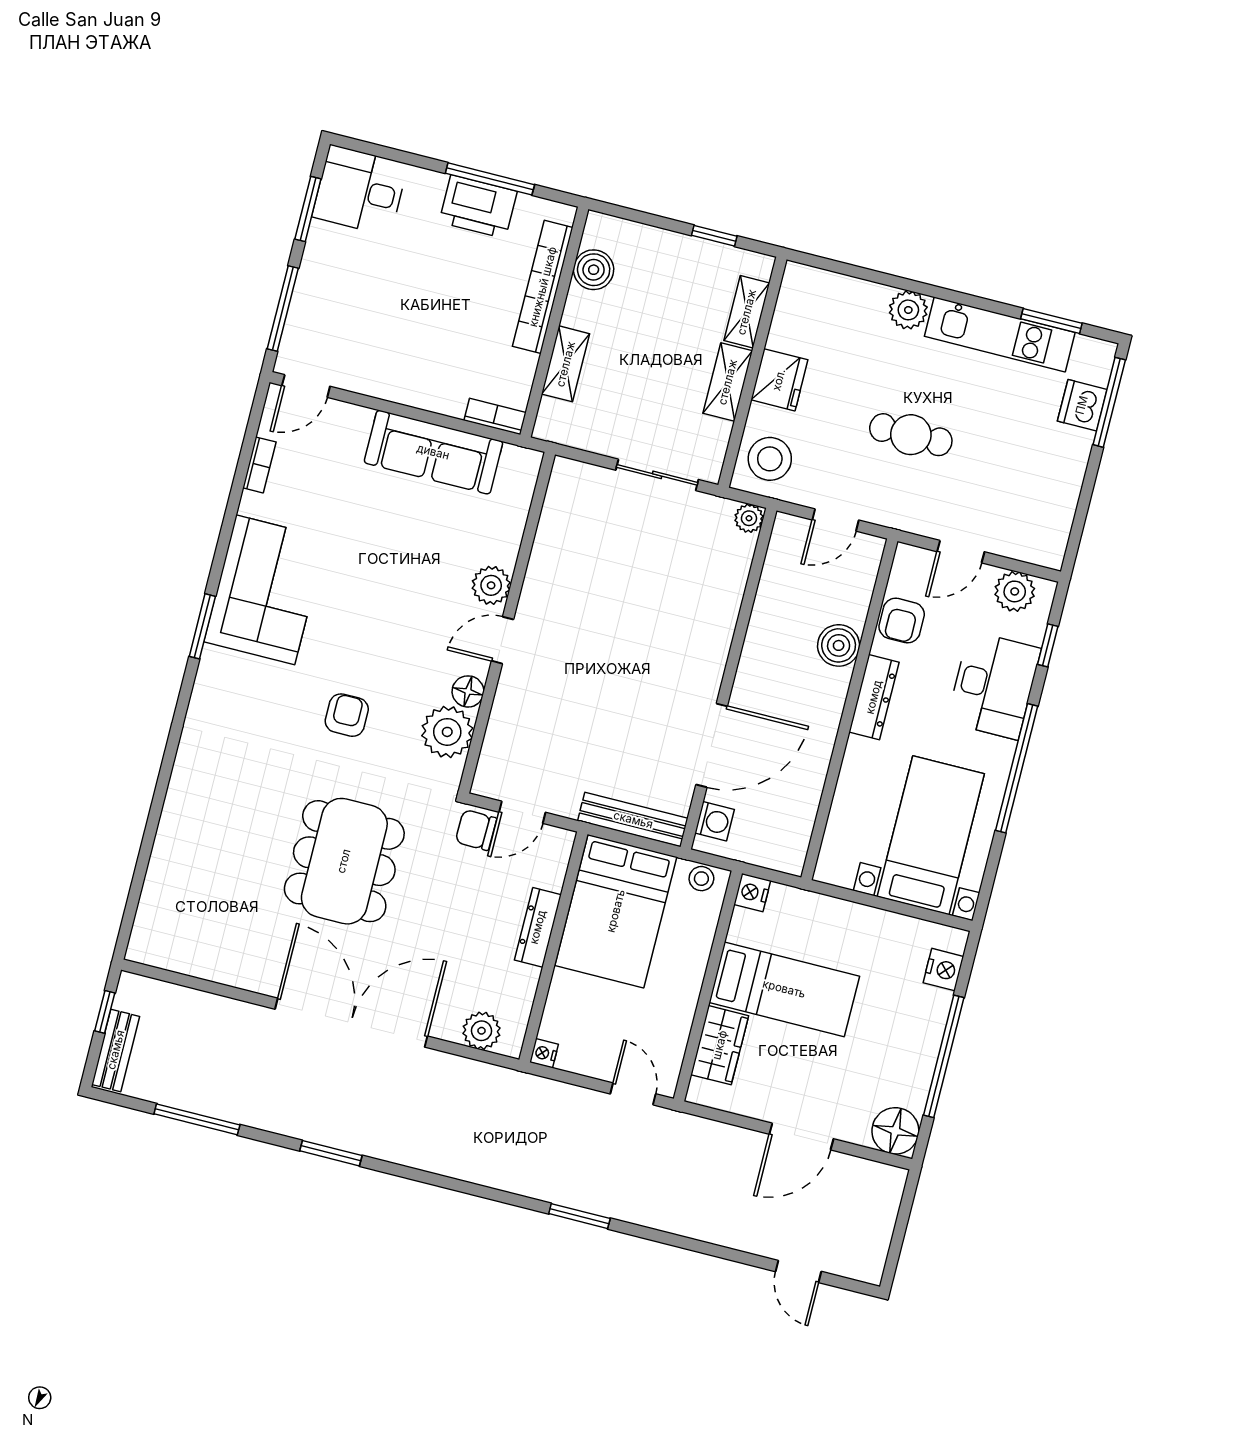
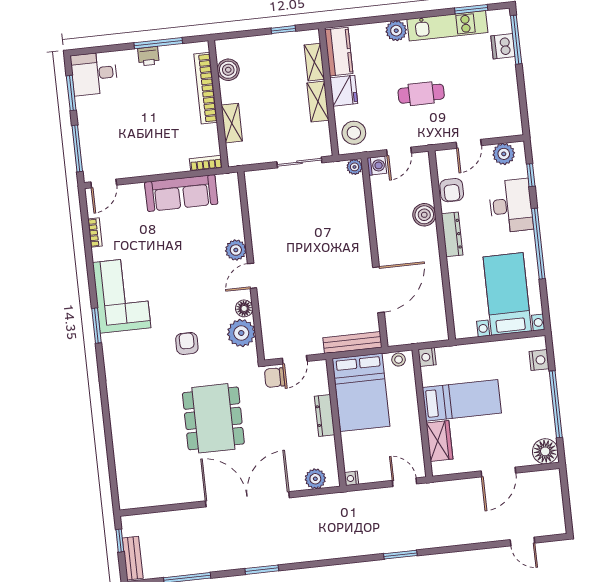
printer: (478, 207) -> (148, 56), width x0.53, depth x0.68
kitchen counter: (796, 309) -> (339, 52), added
washing machine: (715, 821) -> (377, 166), moved

